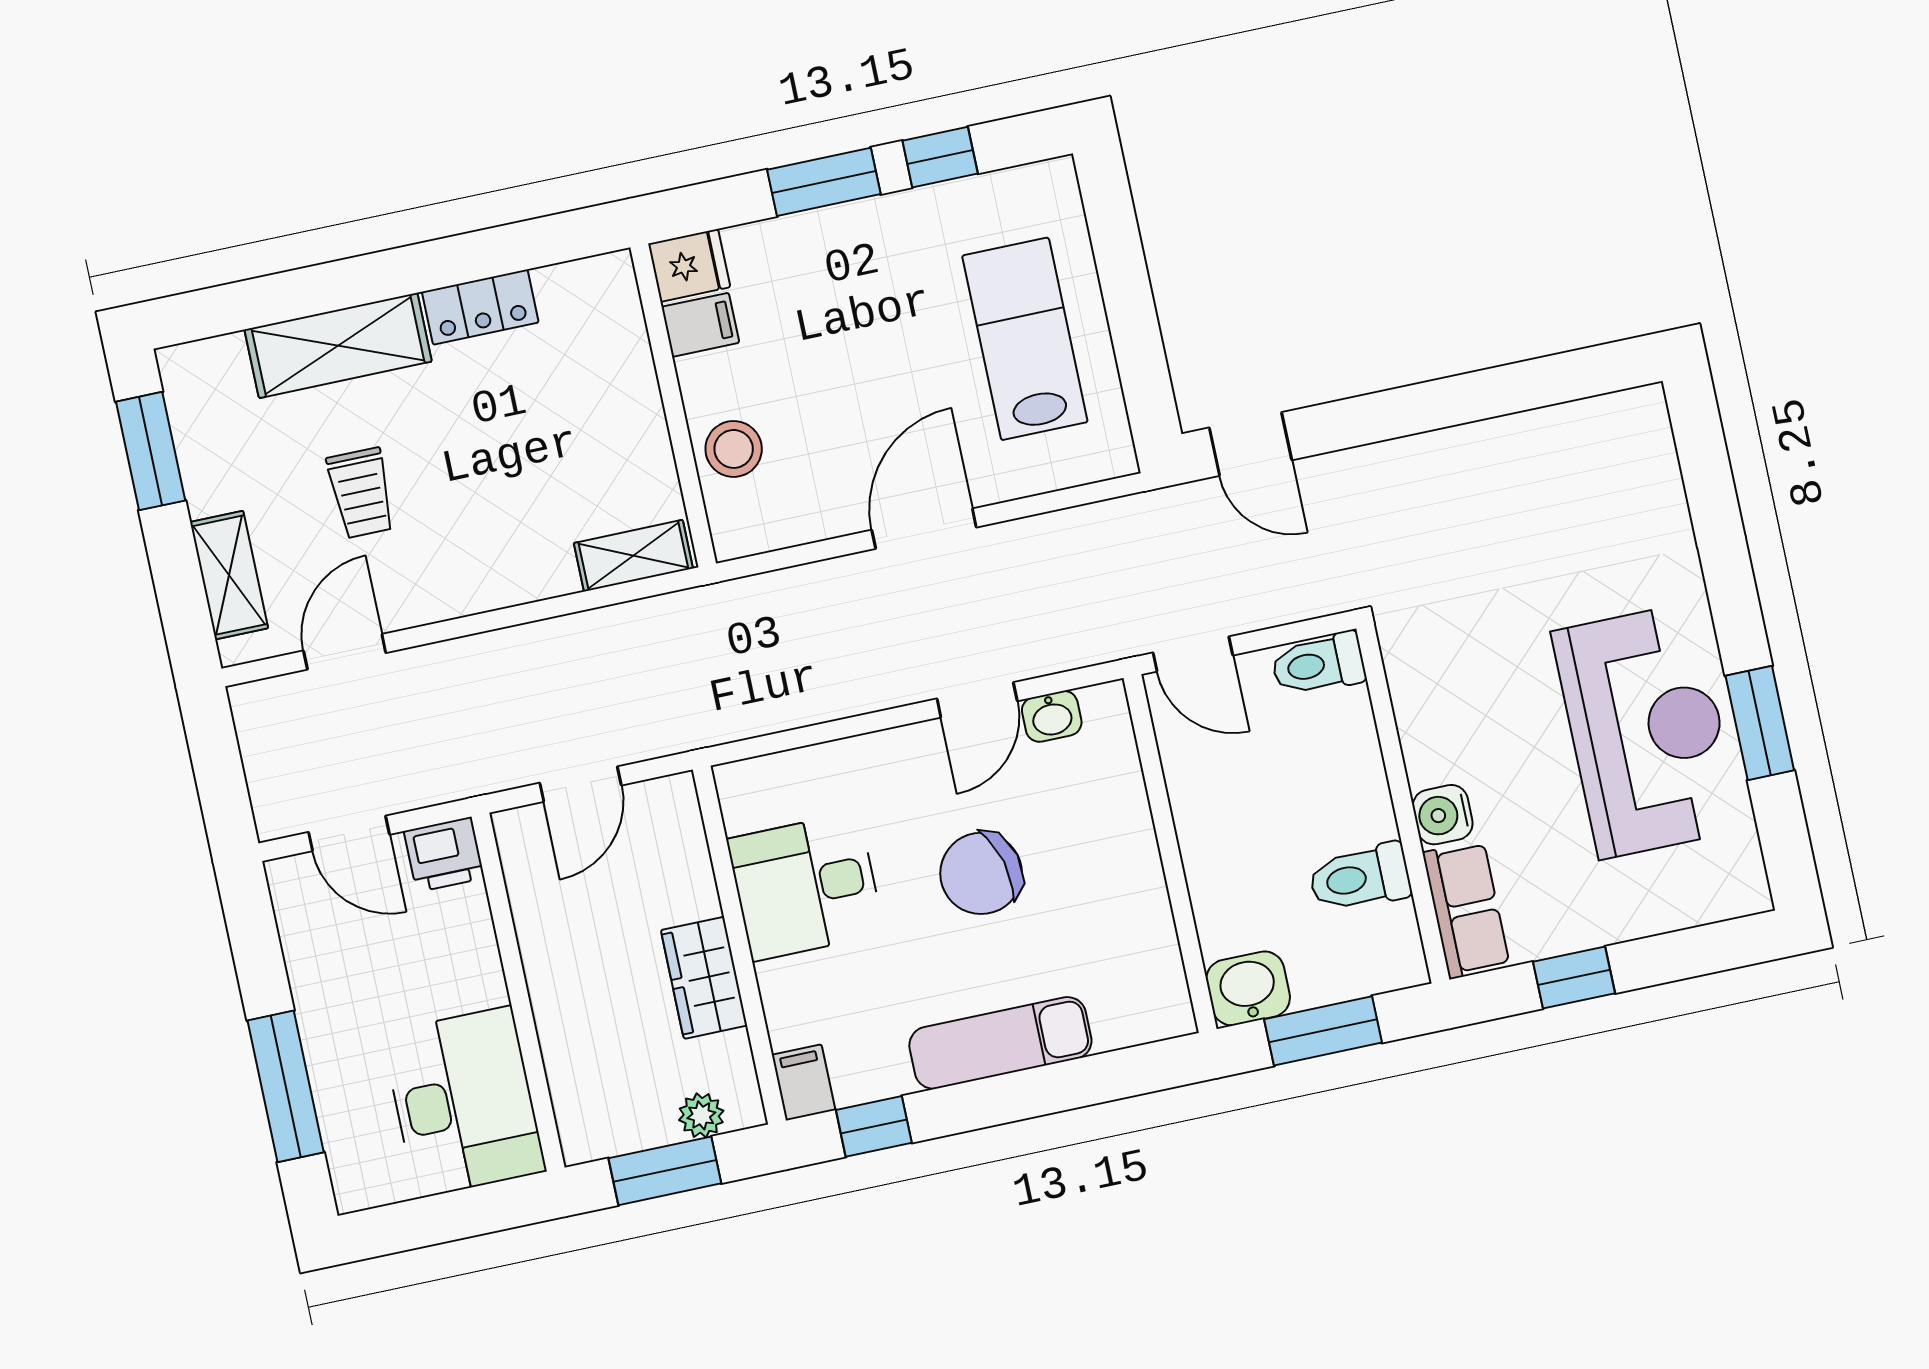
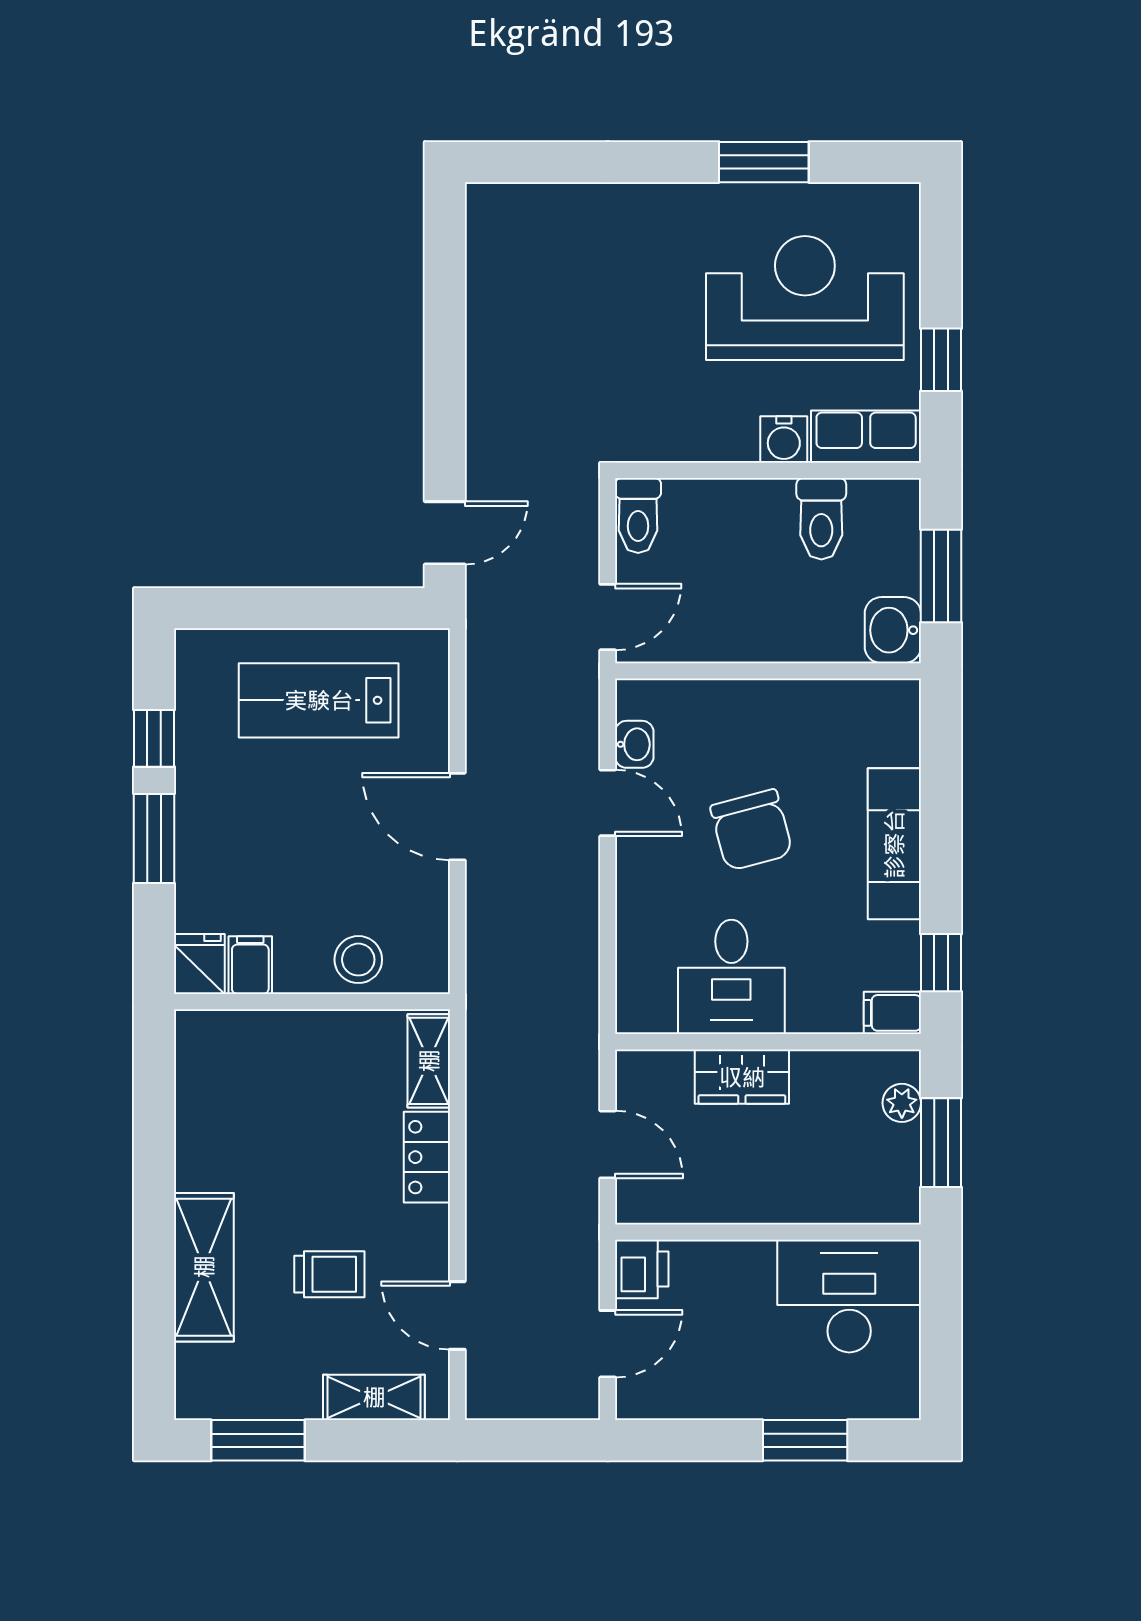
locker: (480, 307) -> (427, 1157), moved, turned 180
reception desk: (1647, 731) -> (805, 298), moved
wardrobe: (704, 978) -> (742, 1077), moved
window: (286, 1086) -> (805, 1440), width x0.69

